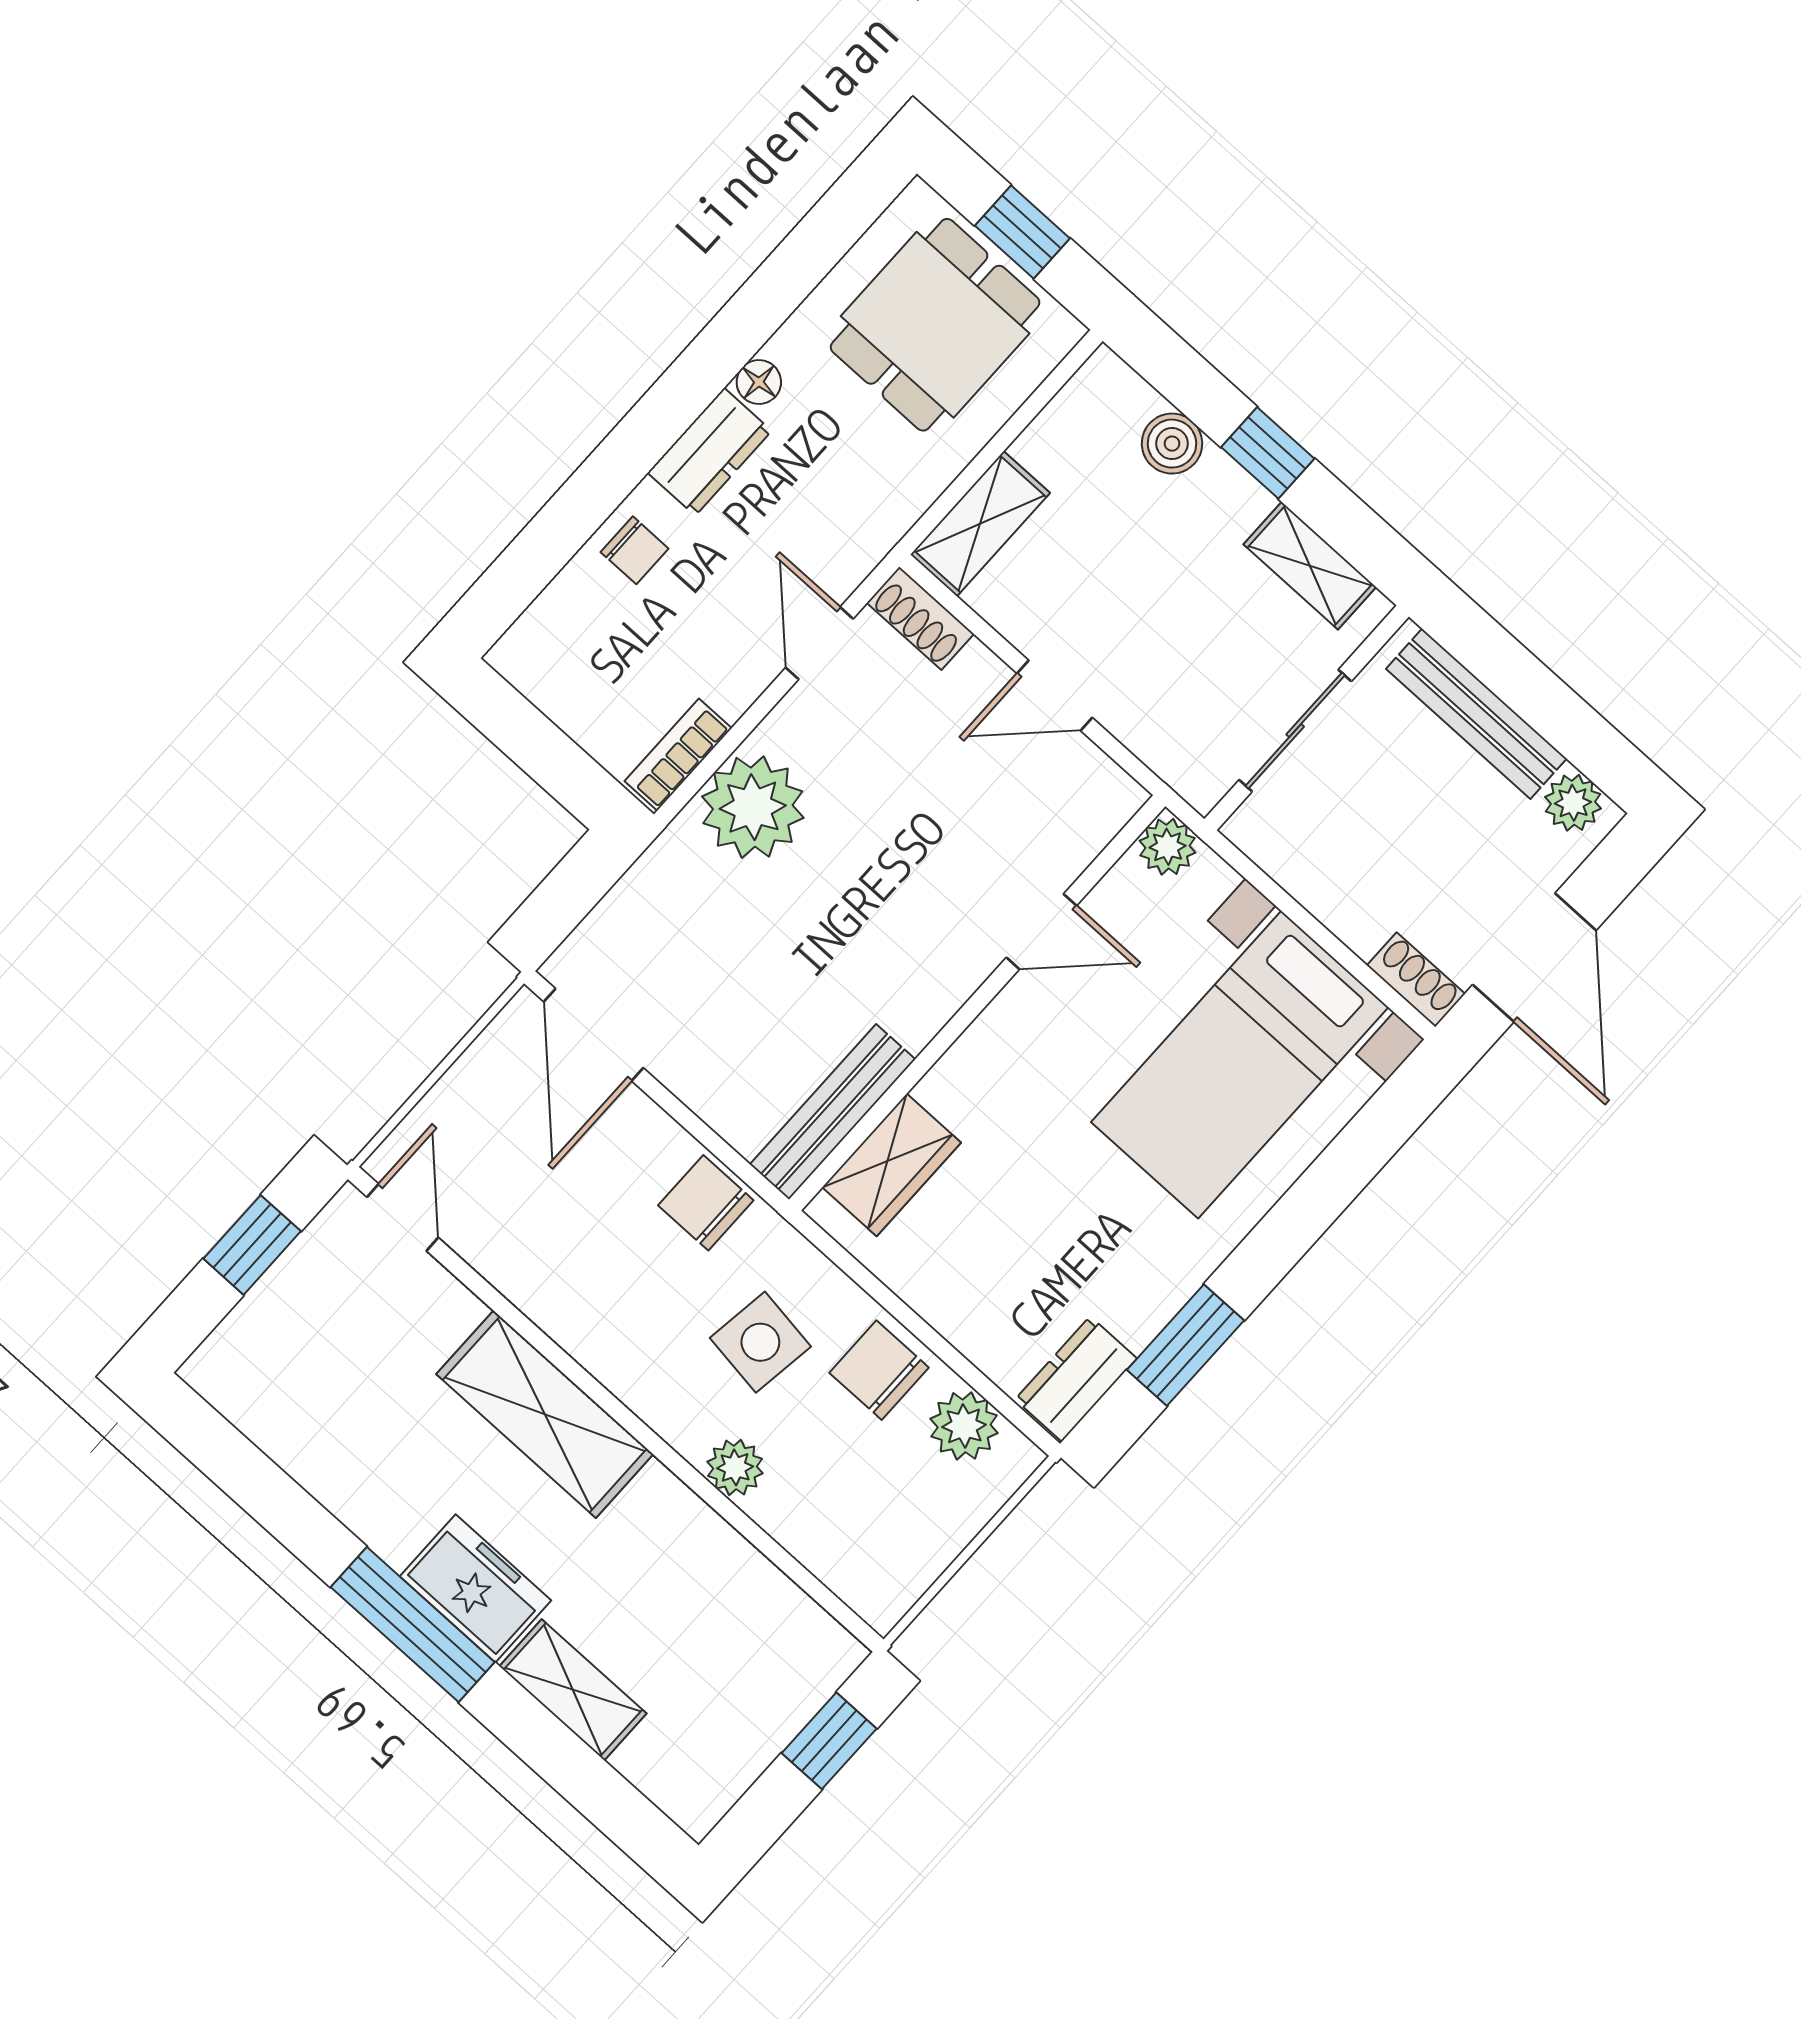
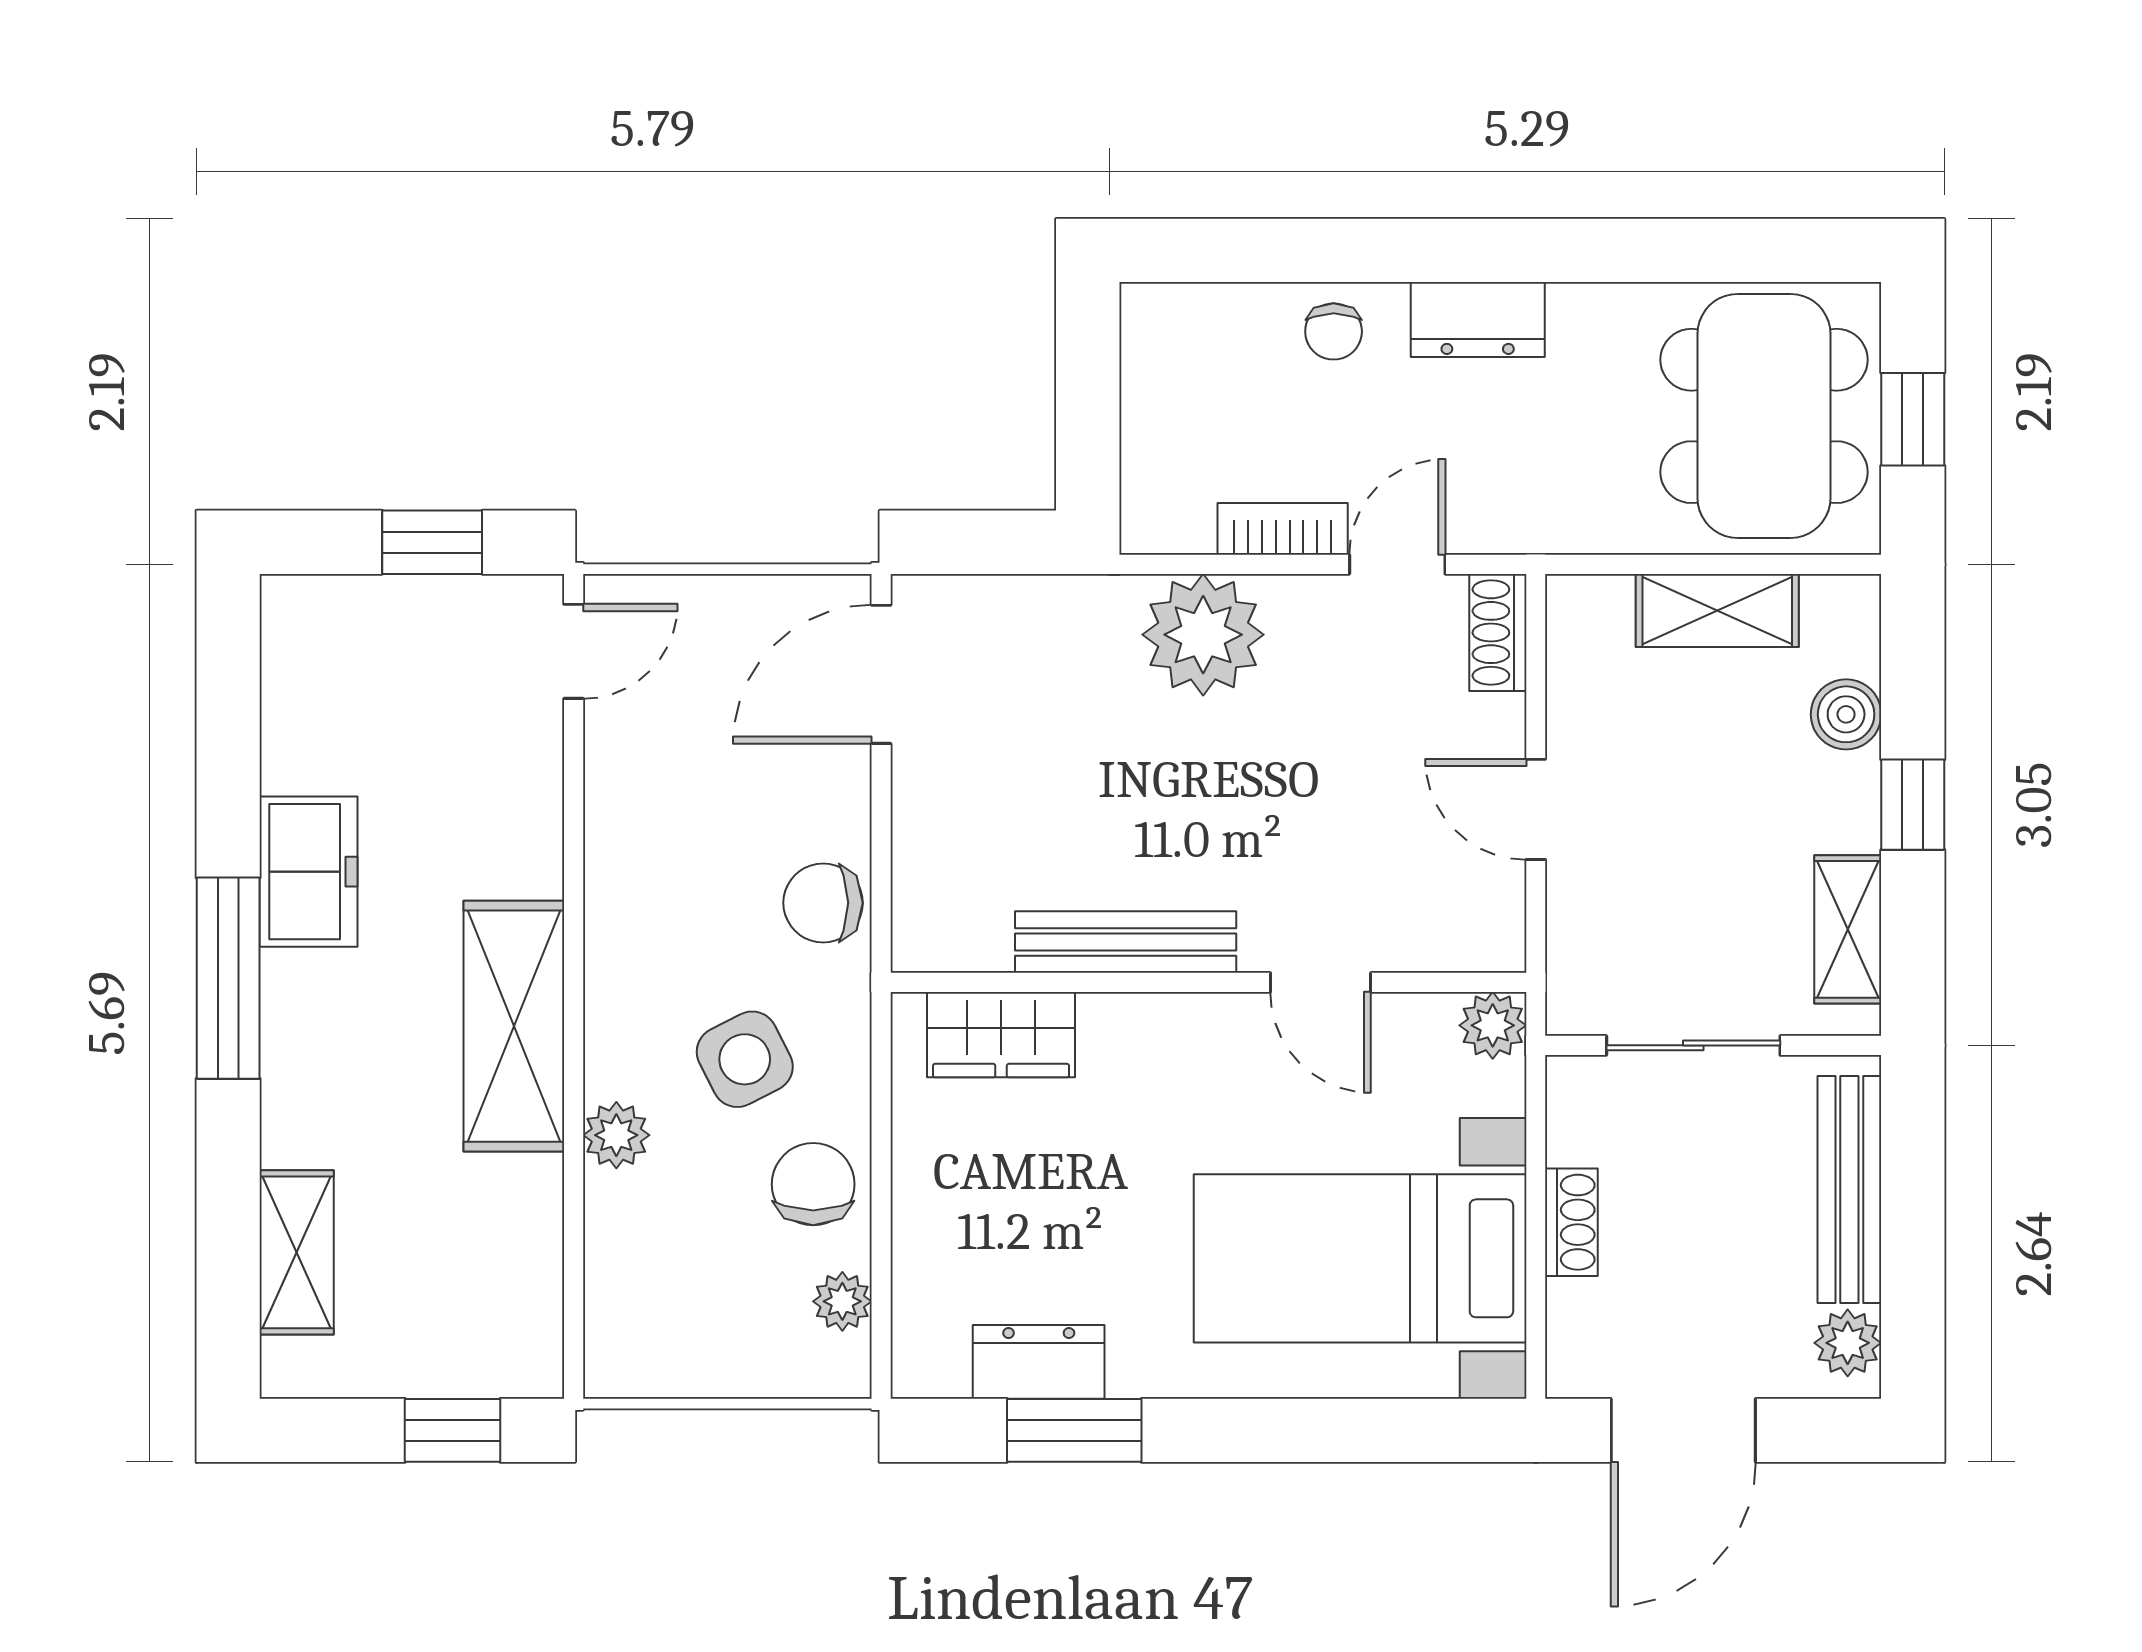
dining table: (935, 325) -> (1764, 416), width x1.37
floor lamp: (759, 382) -> (1577, 308), removed
shelving: (980, 524) -> (1717, 610), moved
bookcase: (678, 755) -> (1283, 529), moved
shoe rack: (1416, 980) -> (1571, 1222), moved
bench: (833, 1112) -> (1126, 942), moved
chair: (706, 1203) -> (823, 903), turned -90
side table: (760, 1342) -> (745, 1059), turned -35
dresser: (1076, 1379) -> (1039, 1362), moved
shelving: (545, 1414) -> (514, 1026), moved
plant: (964, 1426) -> (842, 1301), width x0.73, depth x0.73
freezer: (475, 1588) -> (309, 872), moved
shelving: (573, 1690) -> (297, 1252), moved

